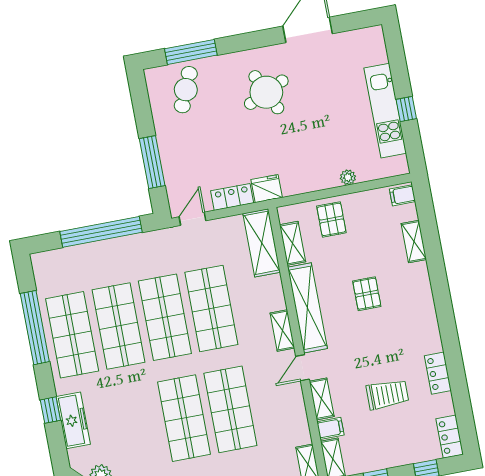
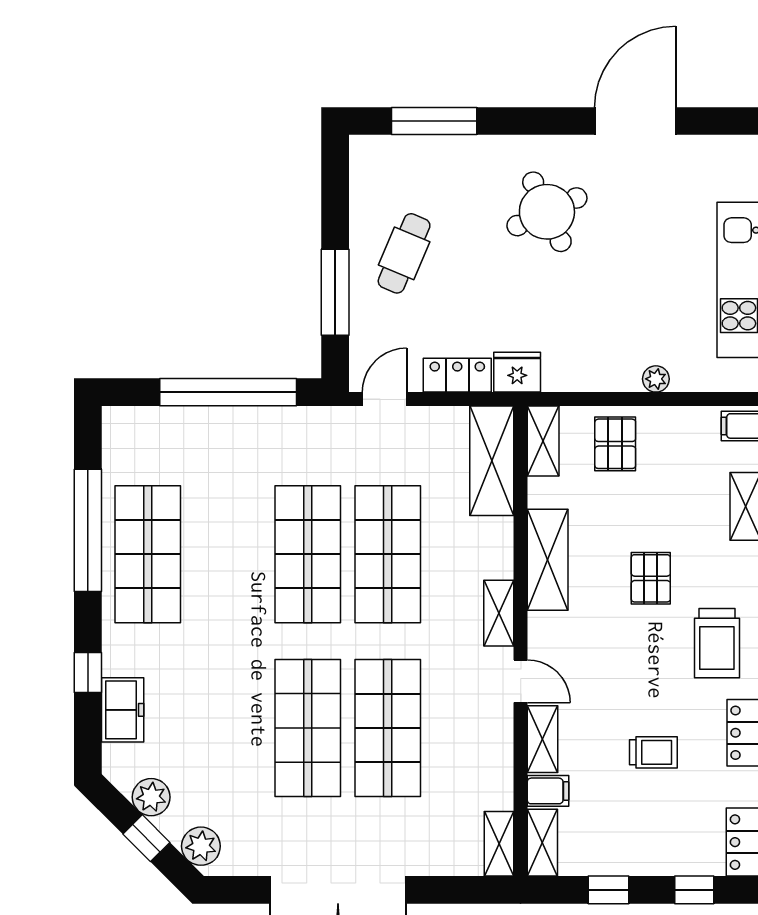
cafe table: (186, 90) -> (404, 253), moved
shelving: (293, 243) -> (543, 441), moved
shelving: (307, 308) -> (548, 560), width x0.68
trolley: (412, 324) -> (717, 643), added
shop shelf: (119, 326) -> (228, 554), removed
door: (302, 368) -> (521, 681), swing flipped
trolley: (387, 394) -> (653, 752), width x0.73, depth x0.72
freezer: (73, 420) -> (123, 710), width x0.71

